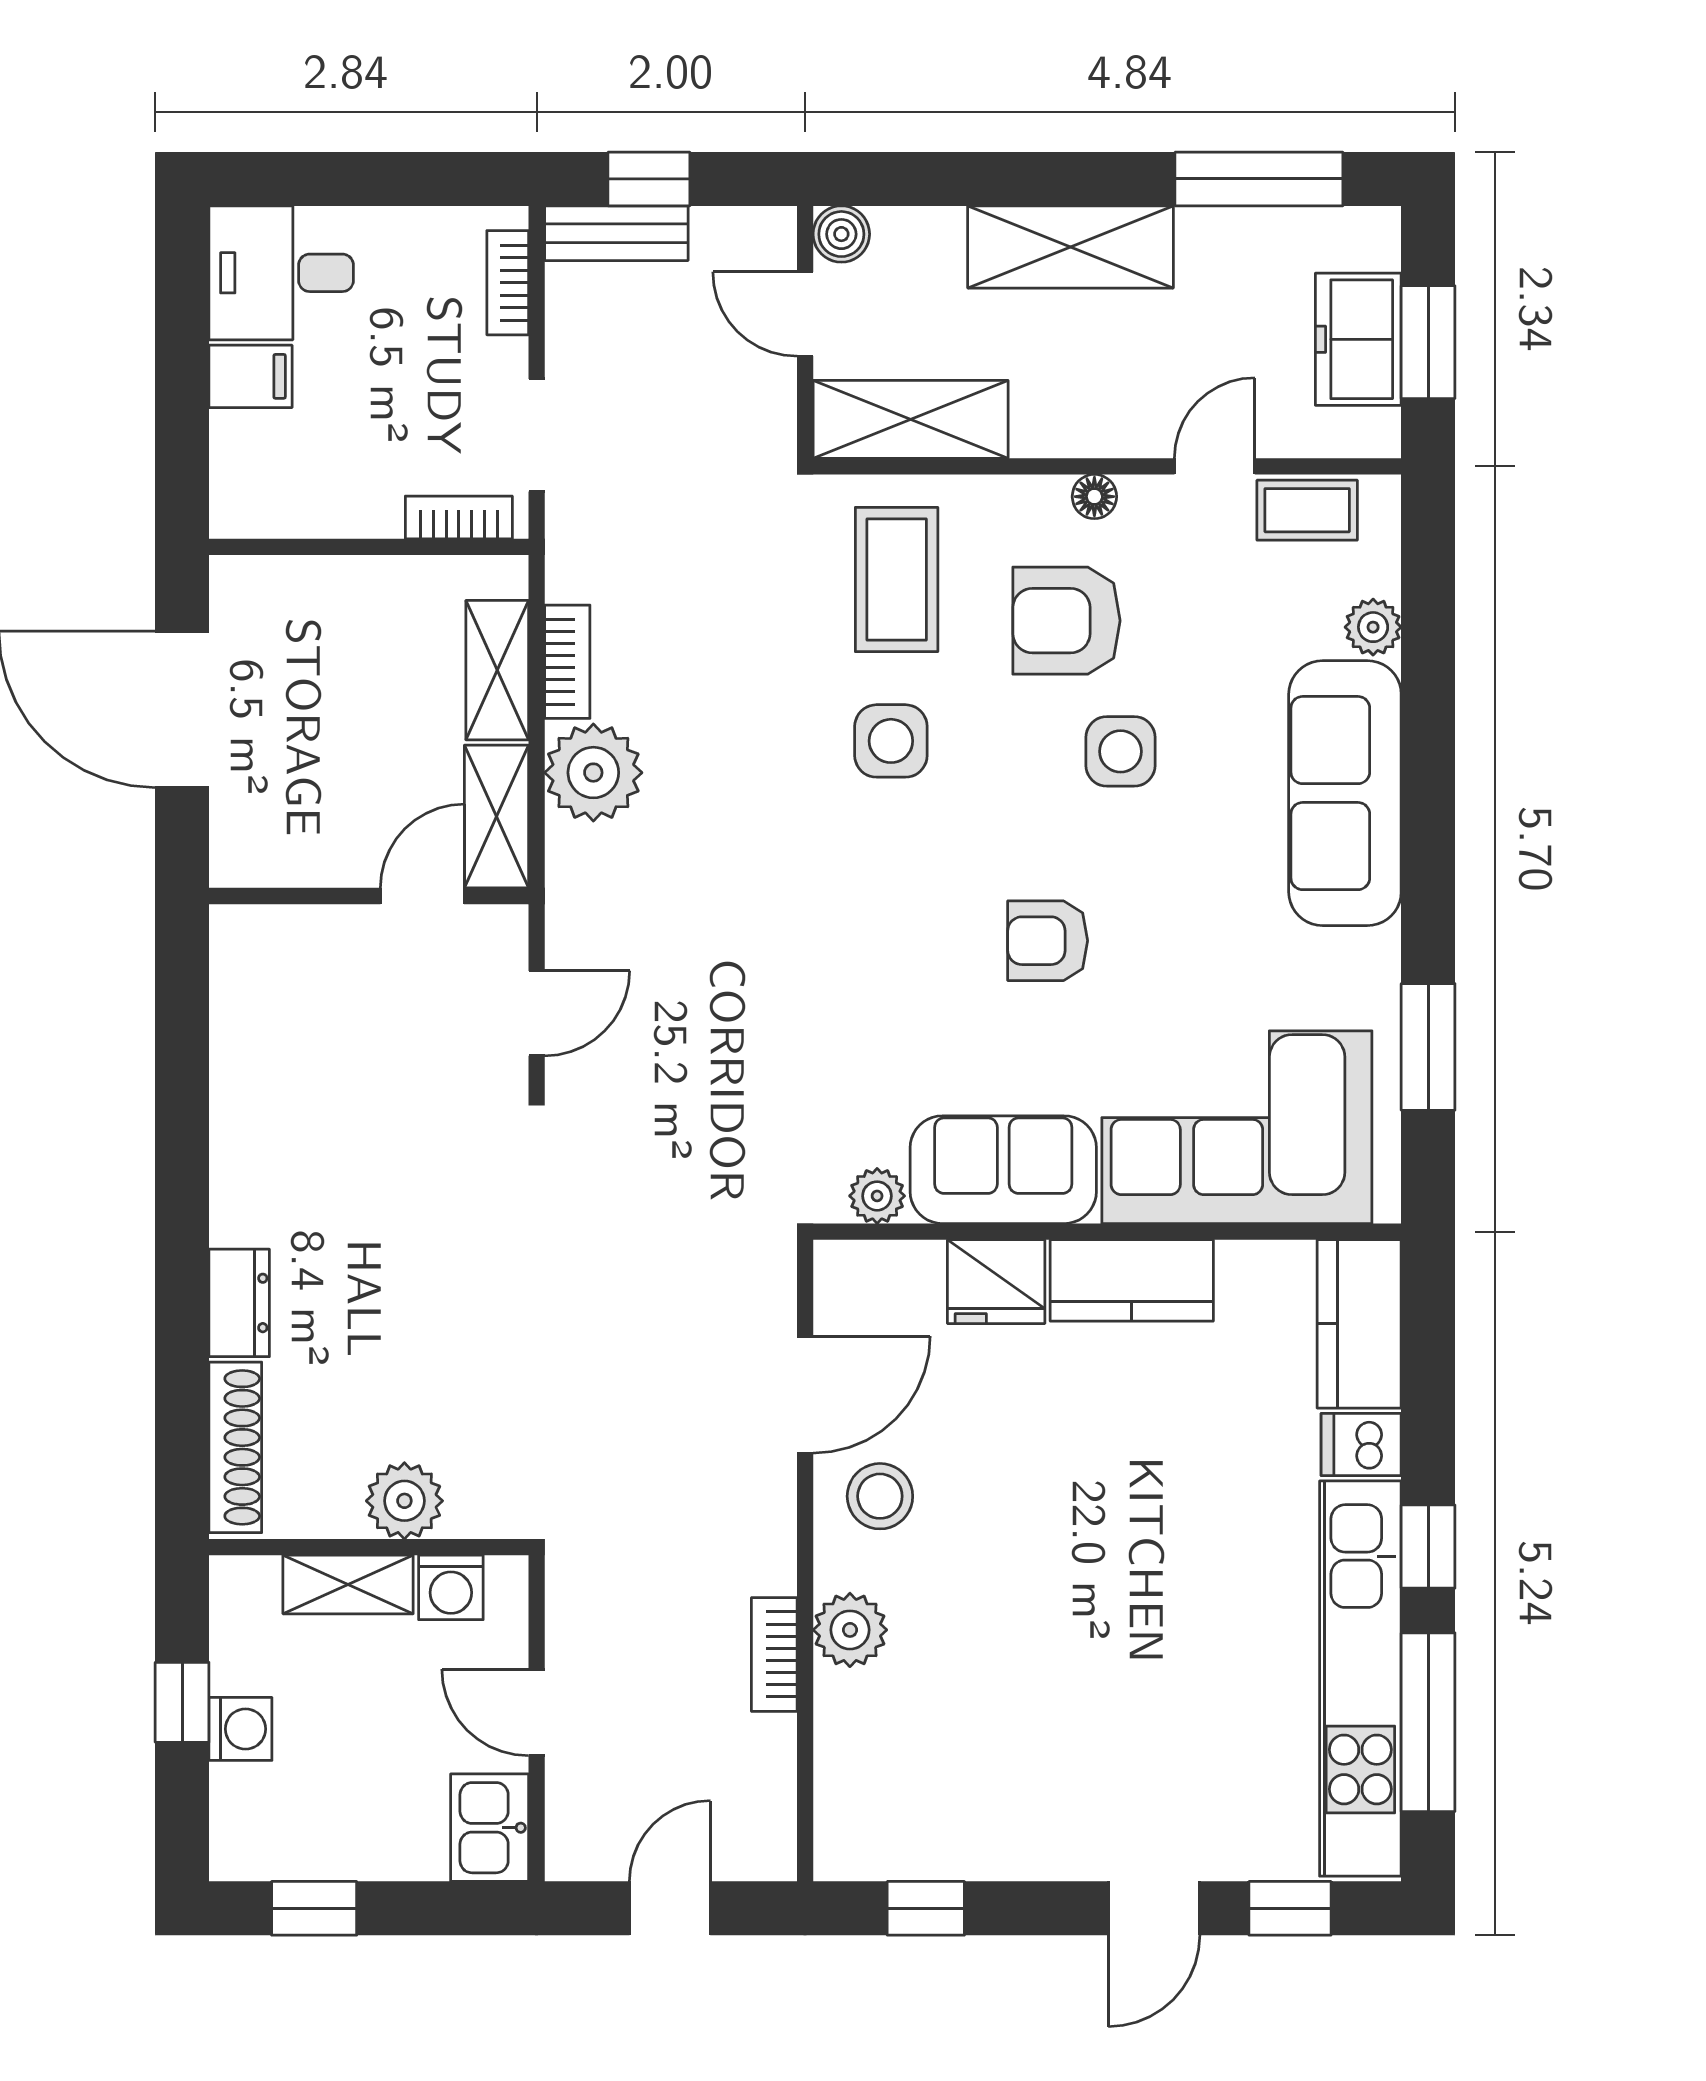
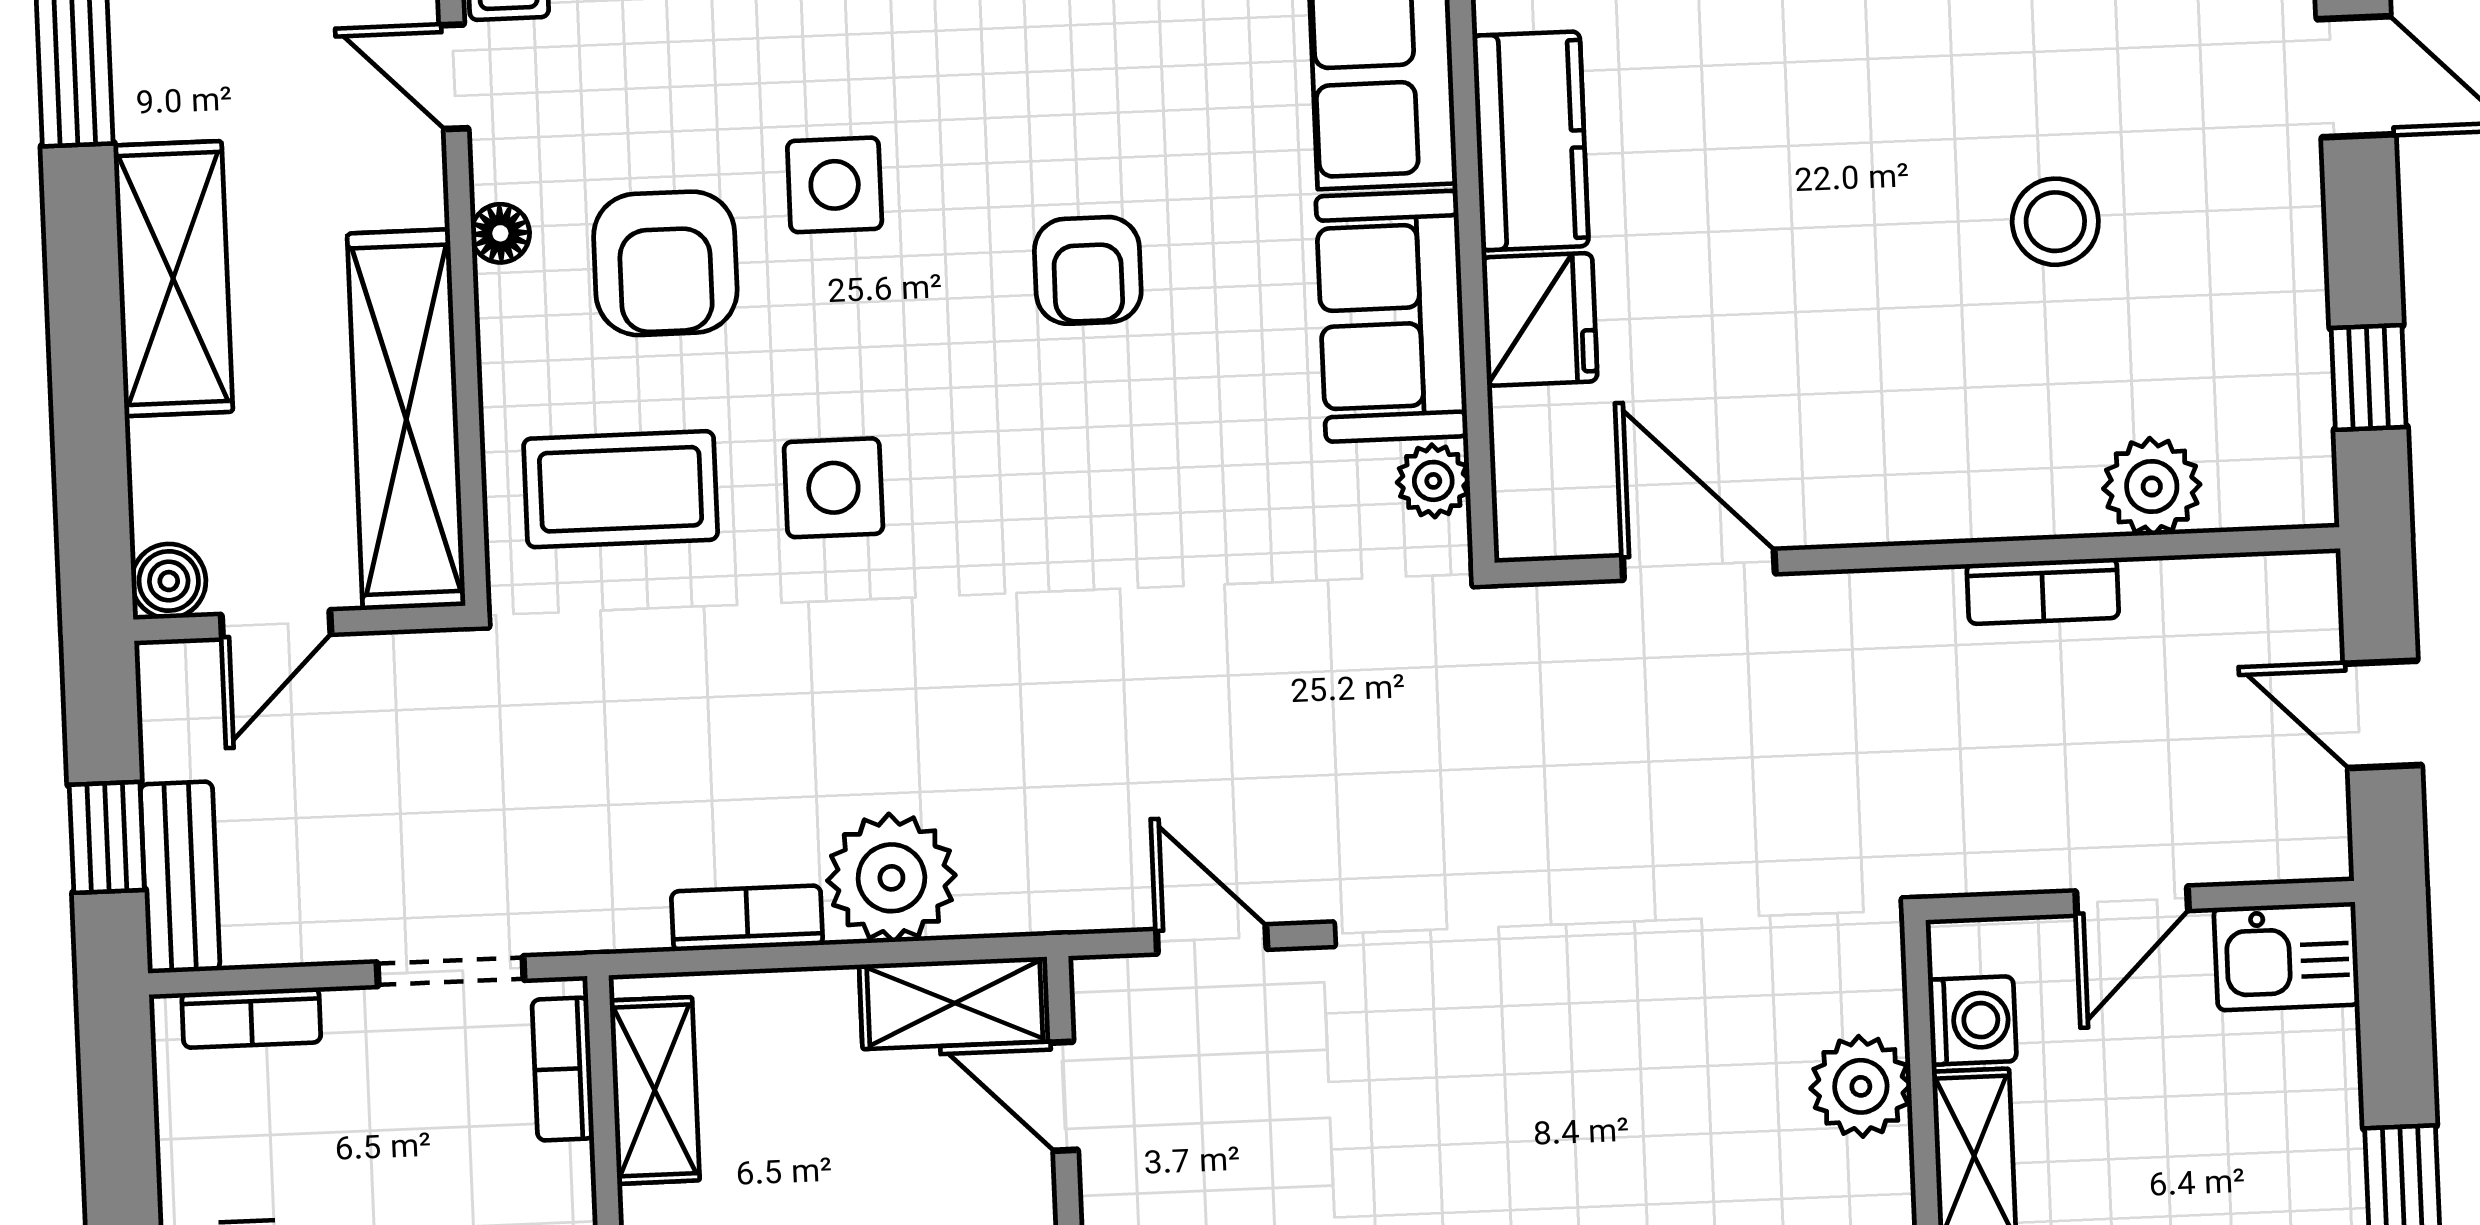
shelving: (911, 419) -> (406, 420), width x1.47
shelving: (497, 670) -> (655, 1090), moved, turned 90
stool: (880, 1496) -> (2055, 222), moved
plant: (850, 1630) -> (2152, 487), moved

